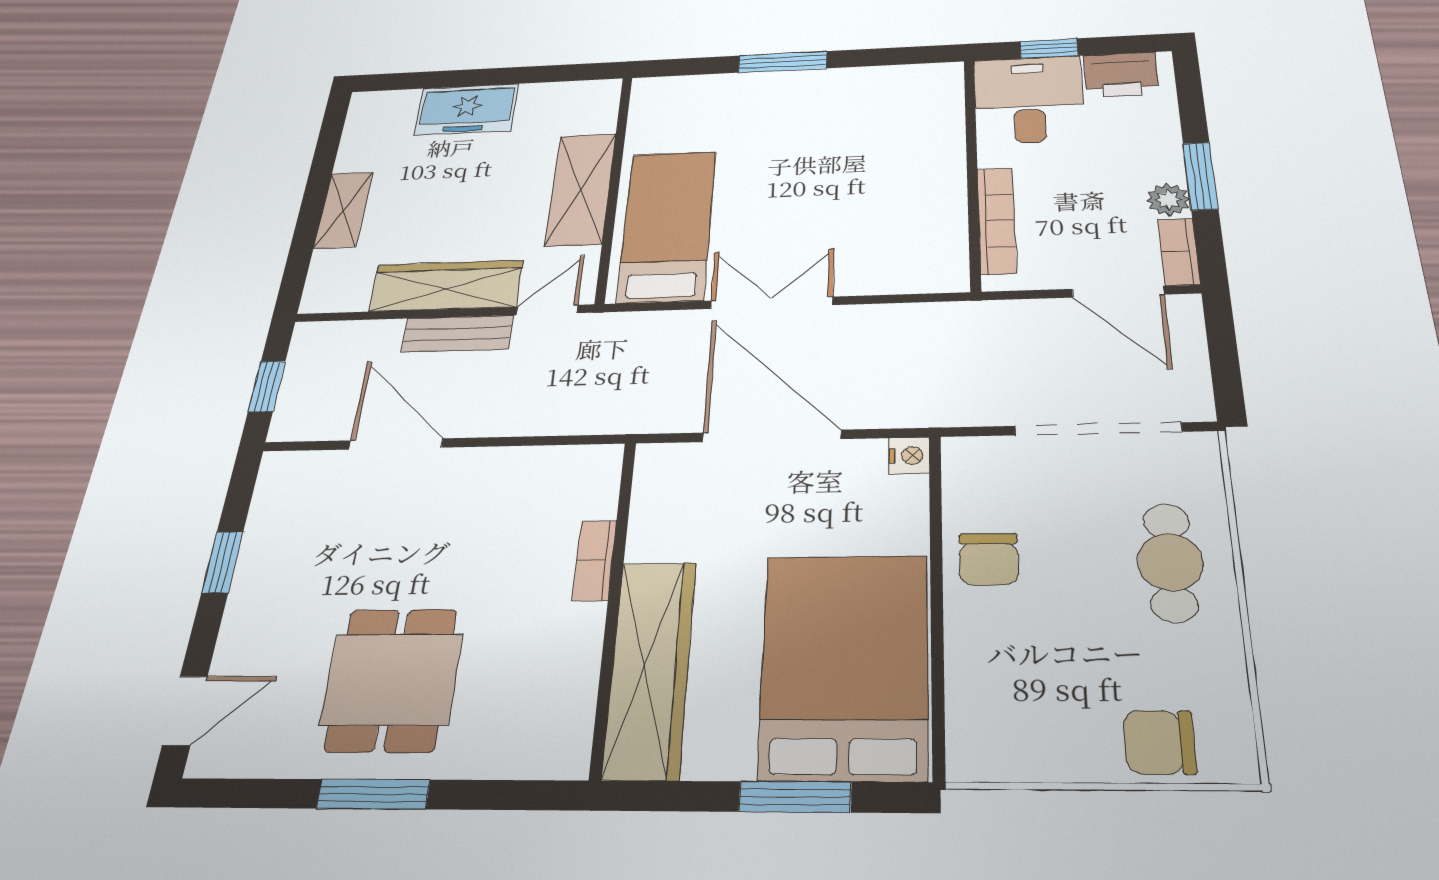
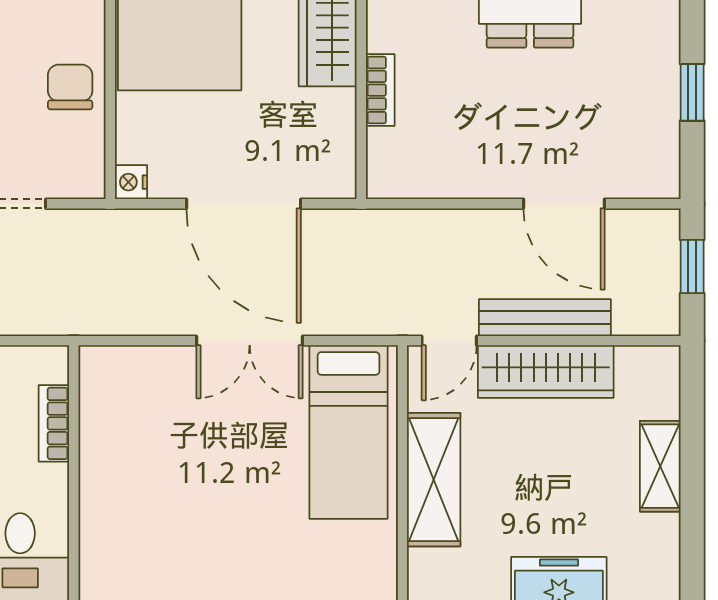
bookcase: (997, 221) -> (54, 423), width x0.64
bench: (457, 334) -> (545, 318), width x1.36

